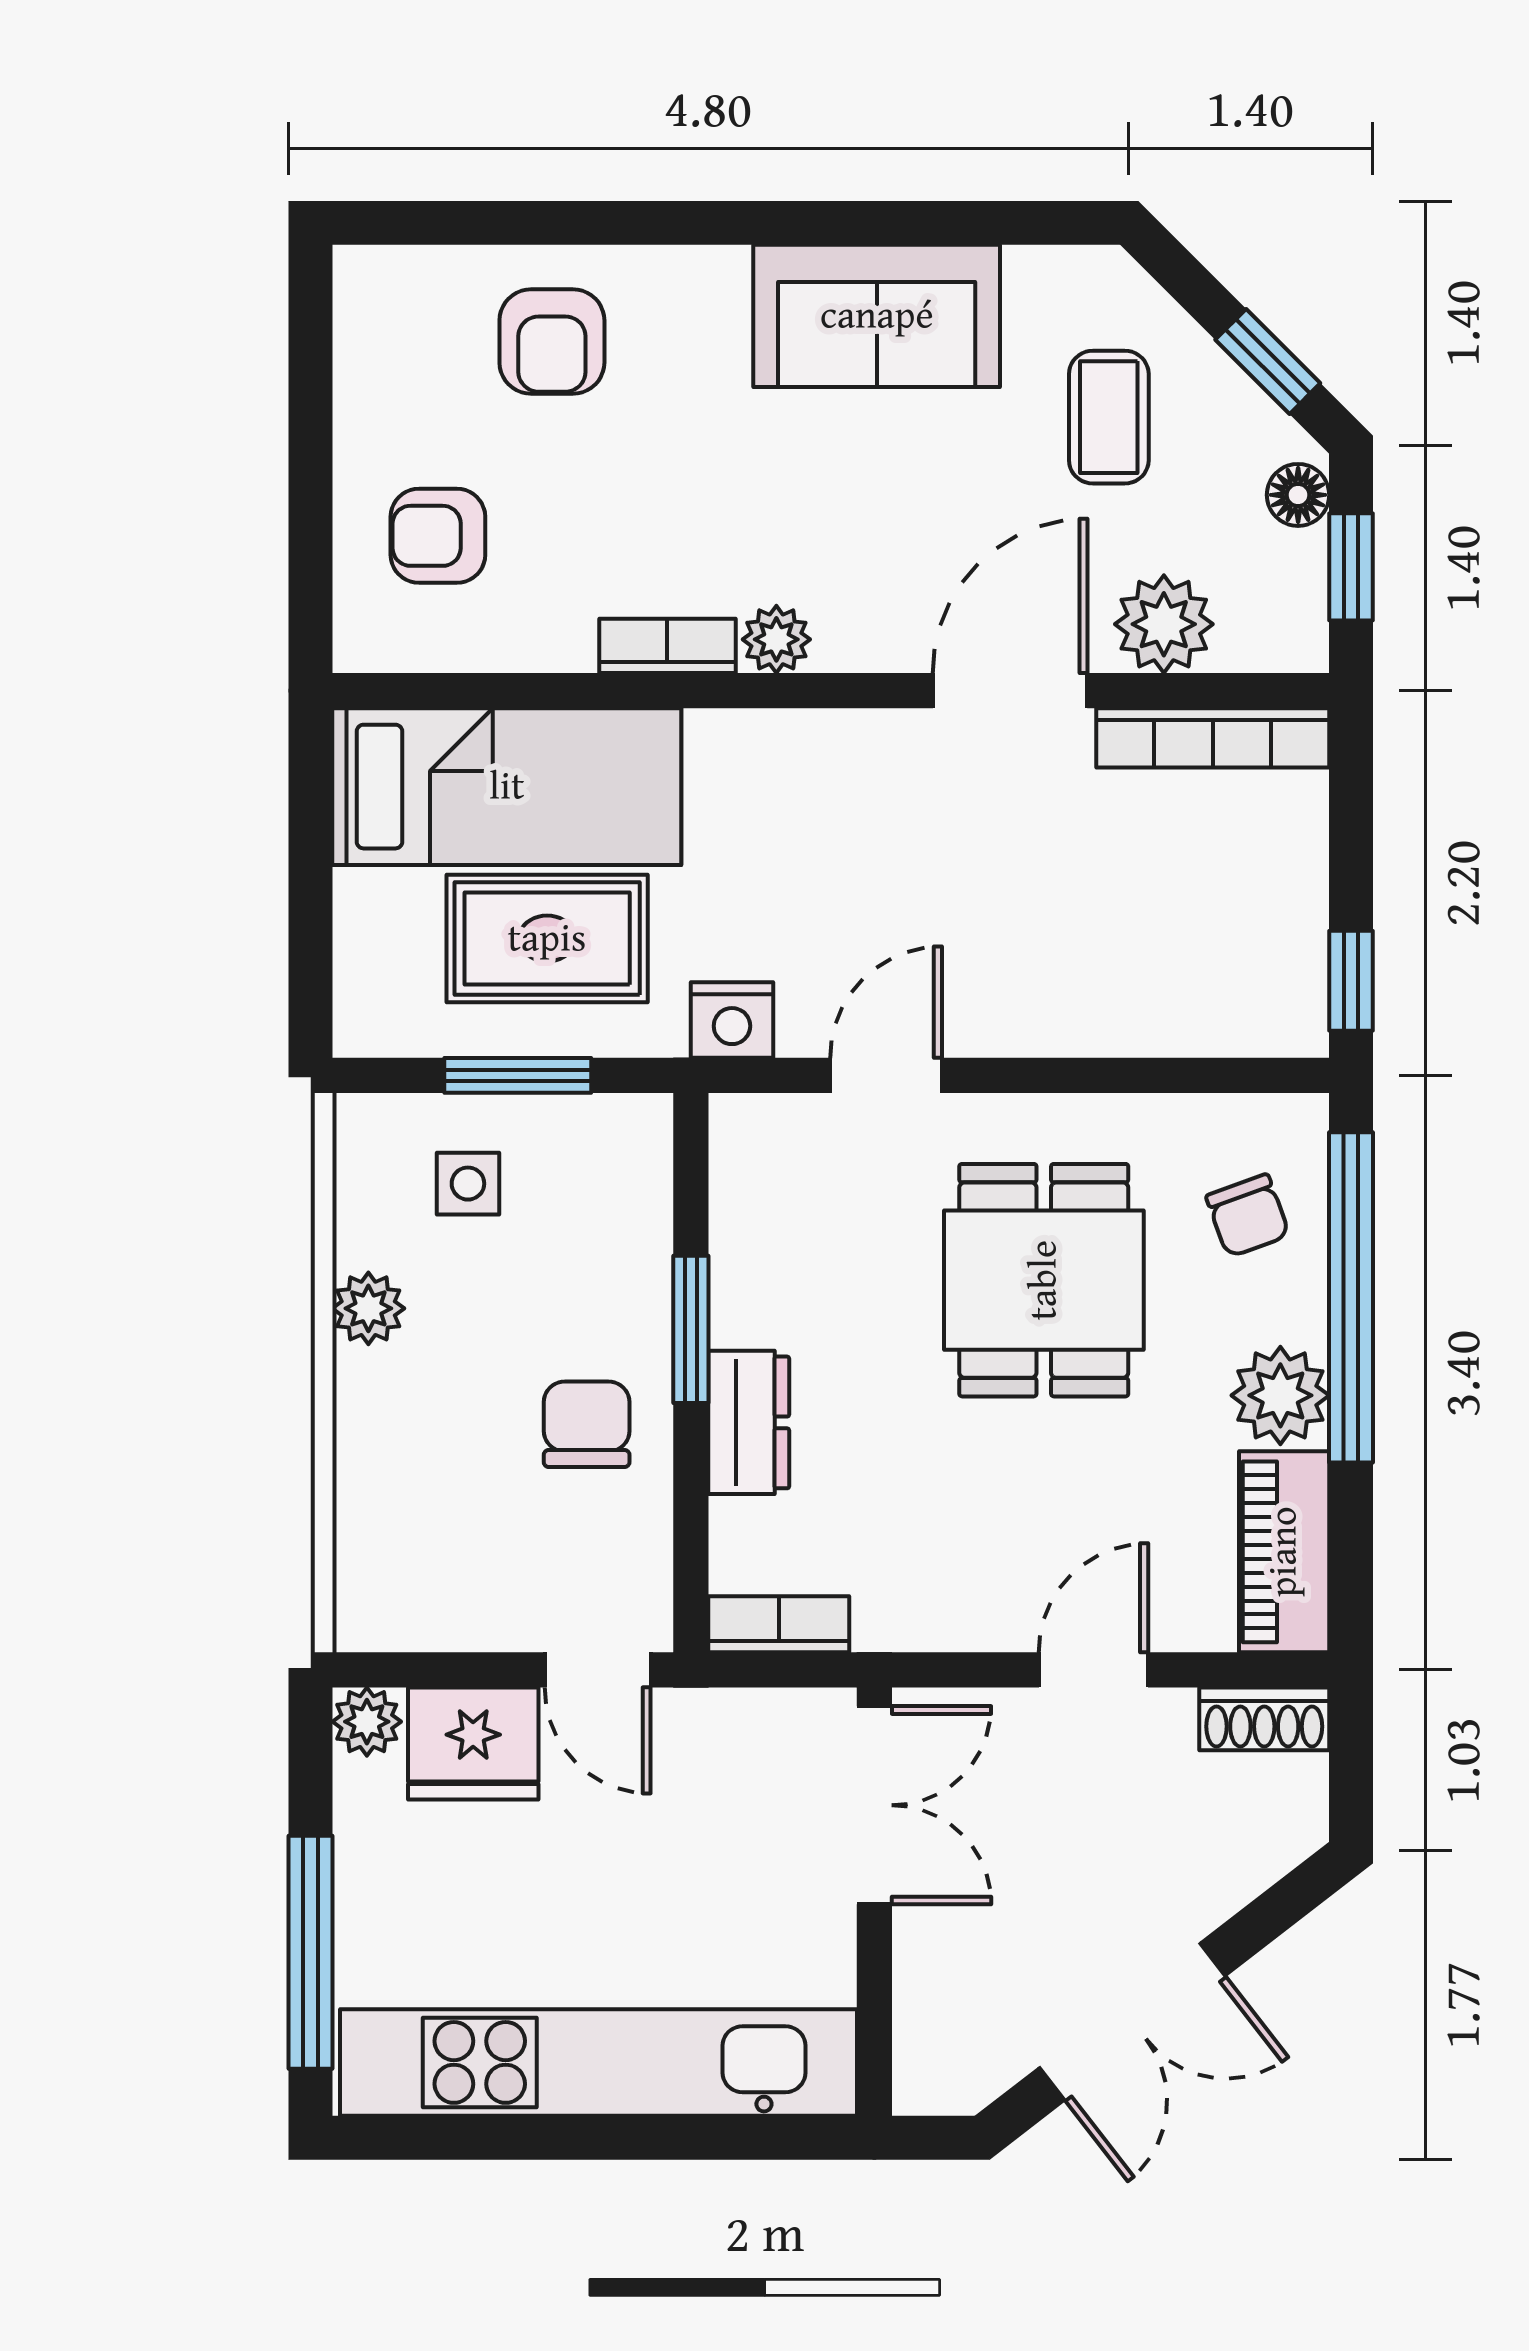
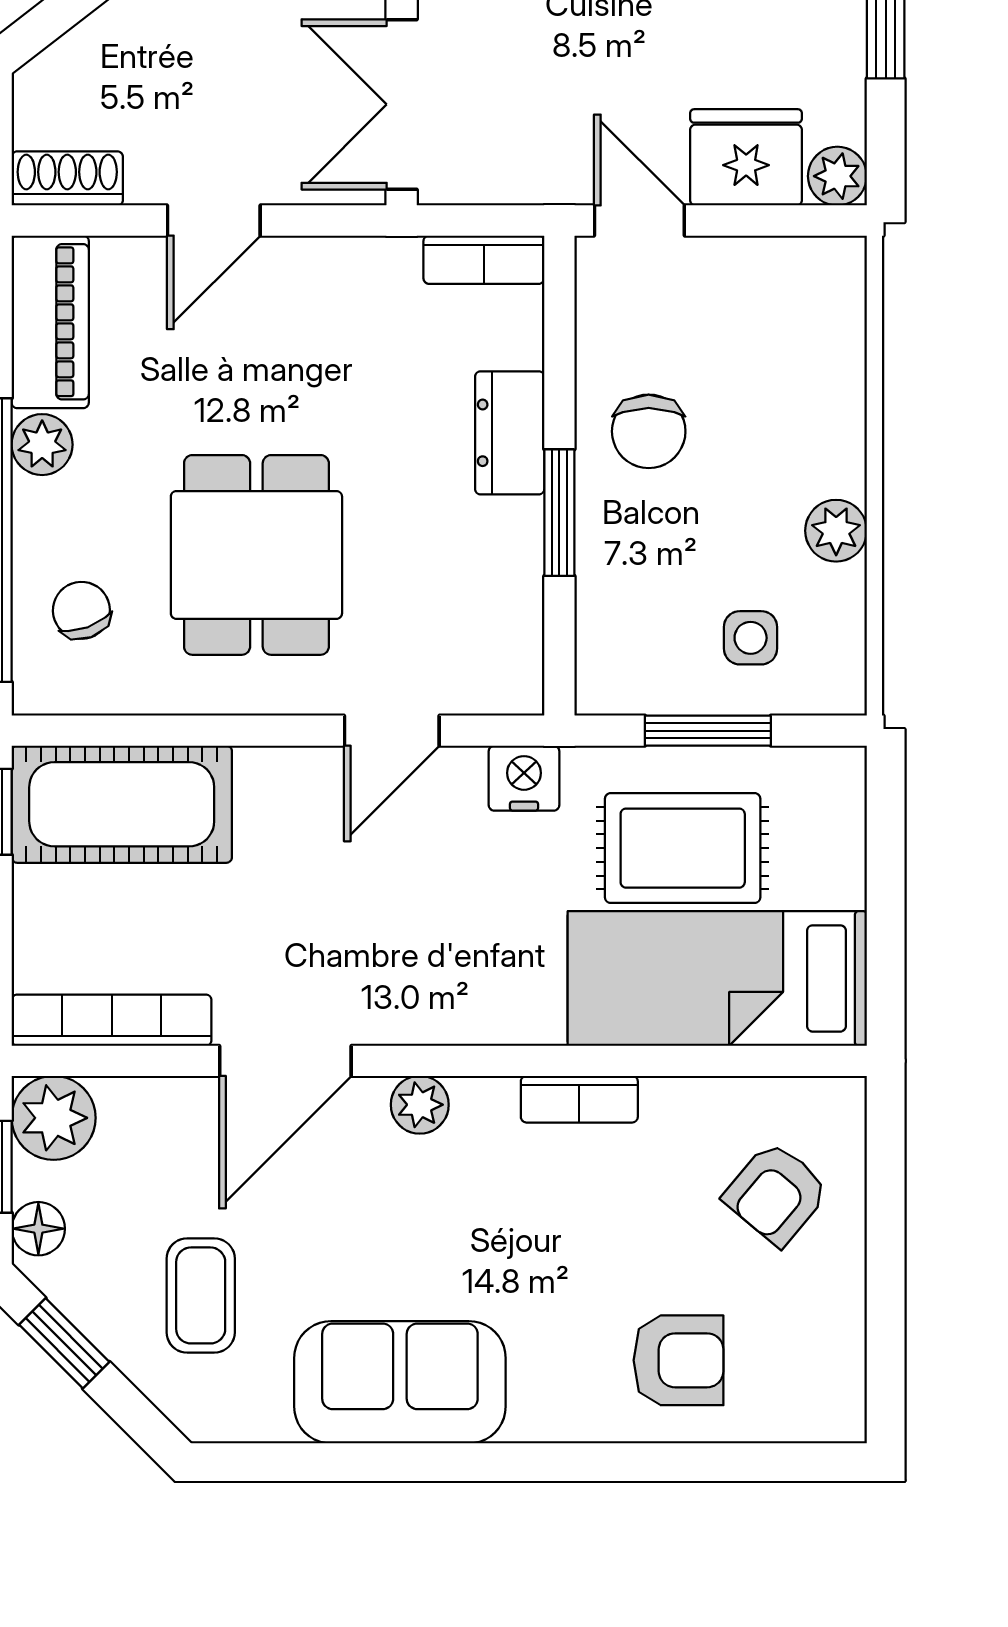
armchair: (552, 342) -> (678, 1360), turned 90
armchair: (438, 536) -> (776, 1194), turned 130
plant: (1164, 624) -> (54, 1118), moved
plant: (776, 639) -> (420, 1105), moved
cot: (1201, 990) -> (122, 804), added
plant: (1280, 1395) -> (42, 445), width x0.73, depth x0.73

